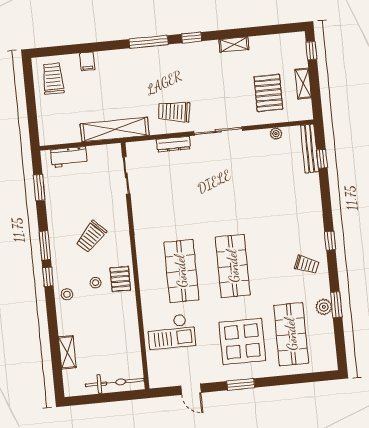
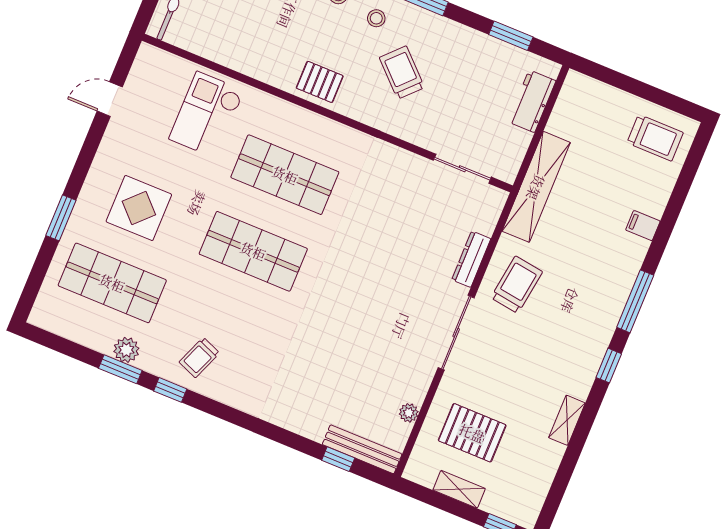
filing cabinet: (87, 61) -> (643, 226), moved
window: (330, 241) -> (170, 390), moved
stool: (96, 283) -> (376, 18), moved
display table: (242, 341) -> (139, 208), width x0.73, depth x0.73
window: (241, 384) -> (61, 218), moved

